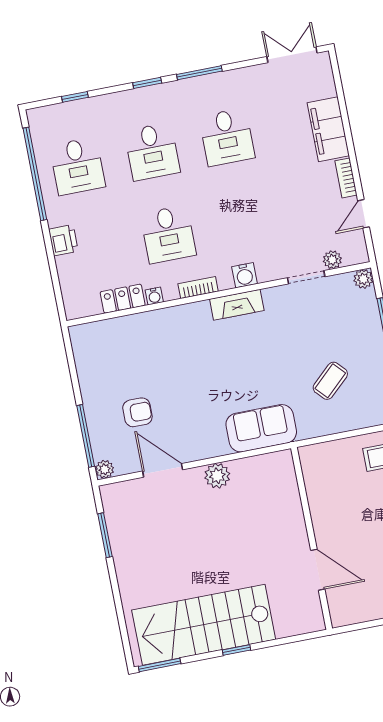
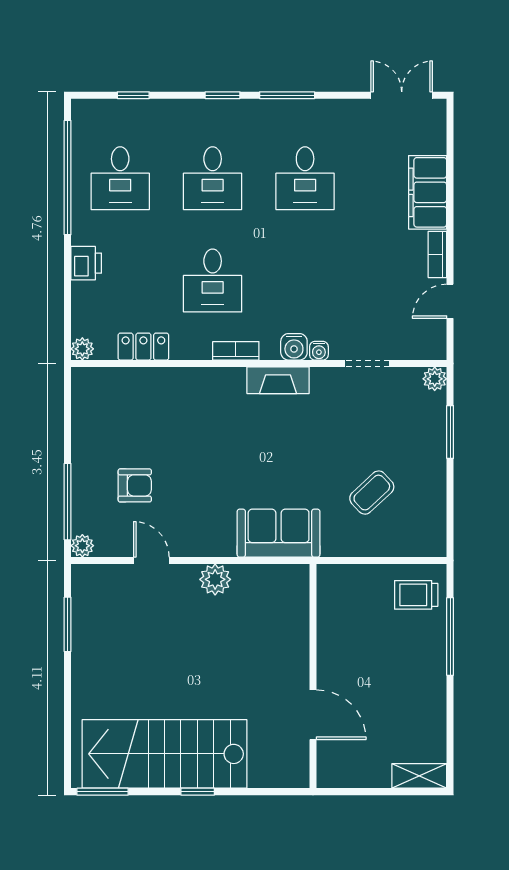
plant: (332, 260) -> (82, 349), moved
water cooler: (154, 296) -> (319, 351), moved
door: (163, 470) -> (151, 560), width x0.73

